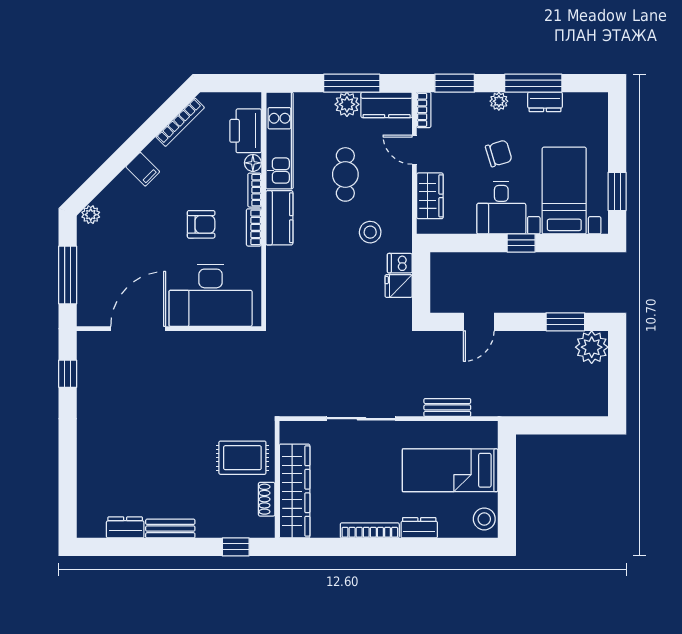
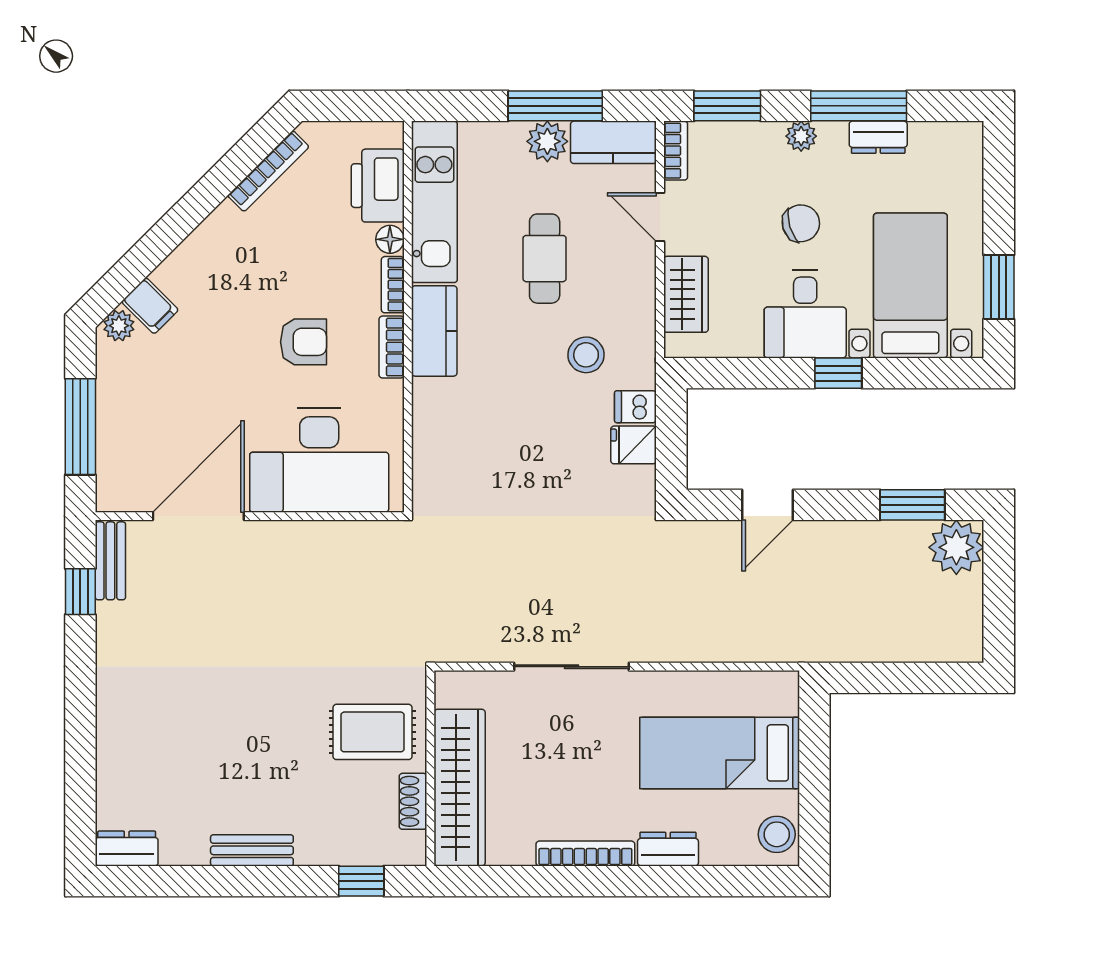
filing cabinet: (143, 169) -> (150, 306), moved
bench: (447, 407) -> (110, 561), moved, turned 90
dresser: (125, 527) -> (127, 849), moved

